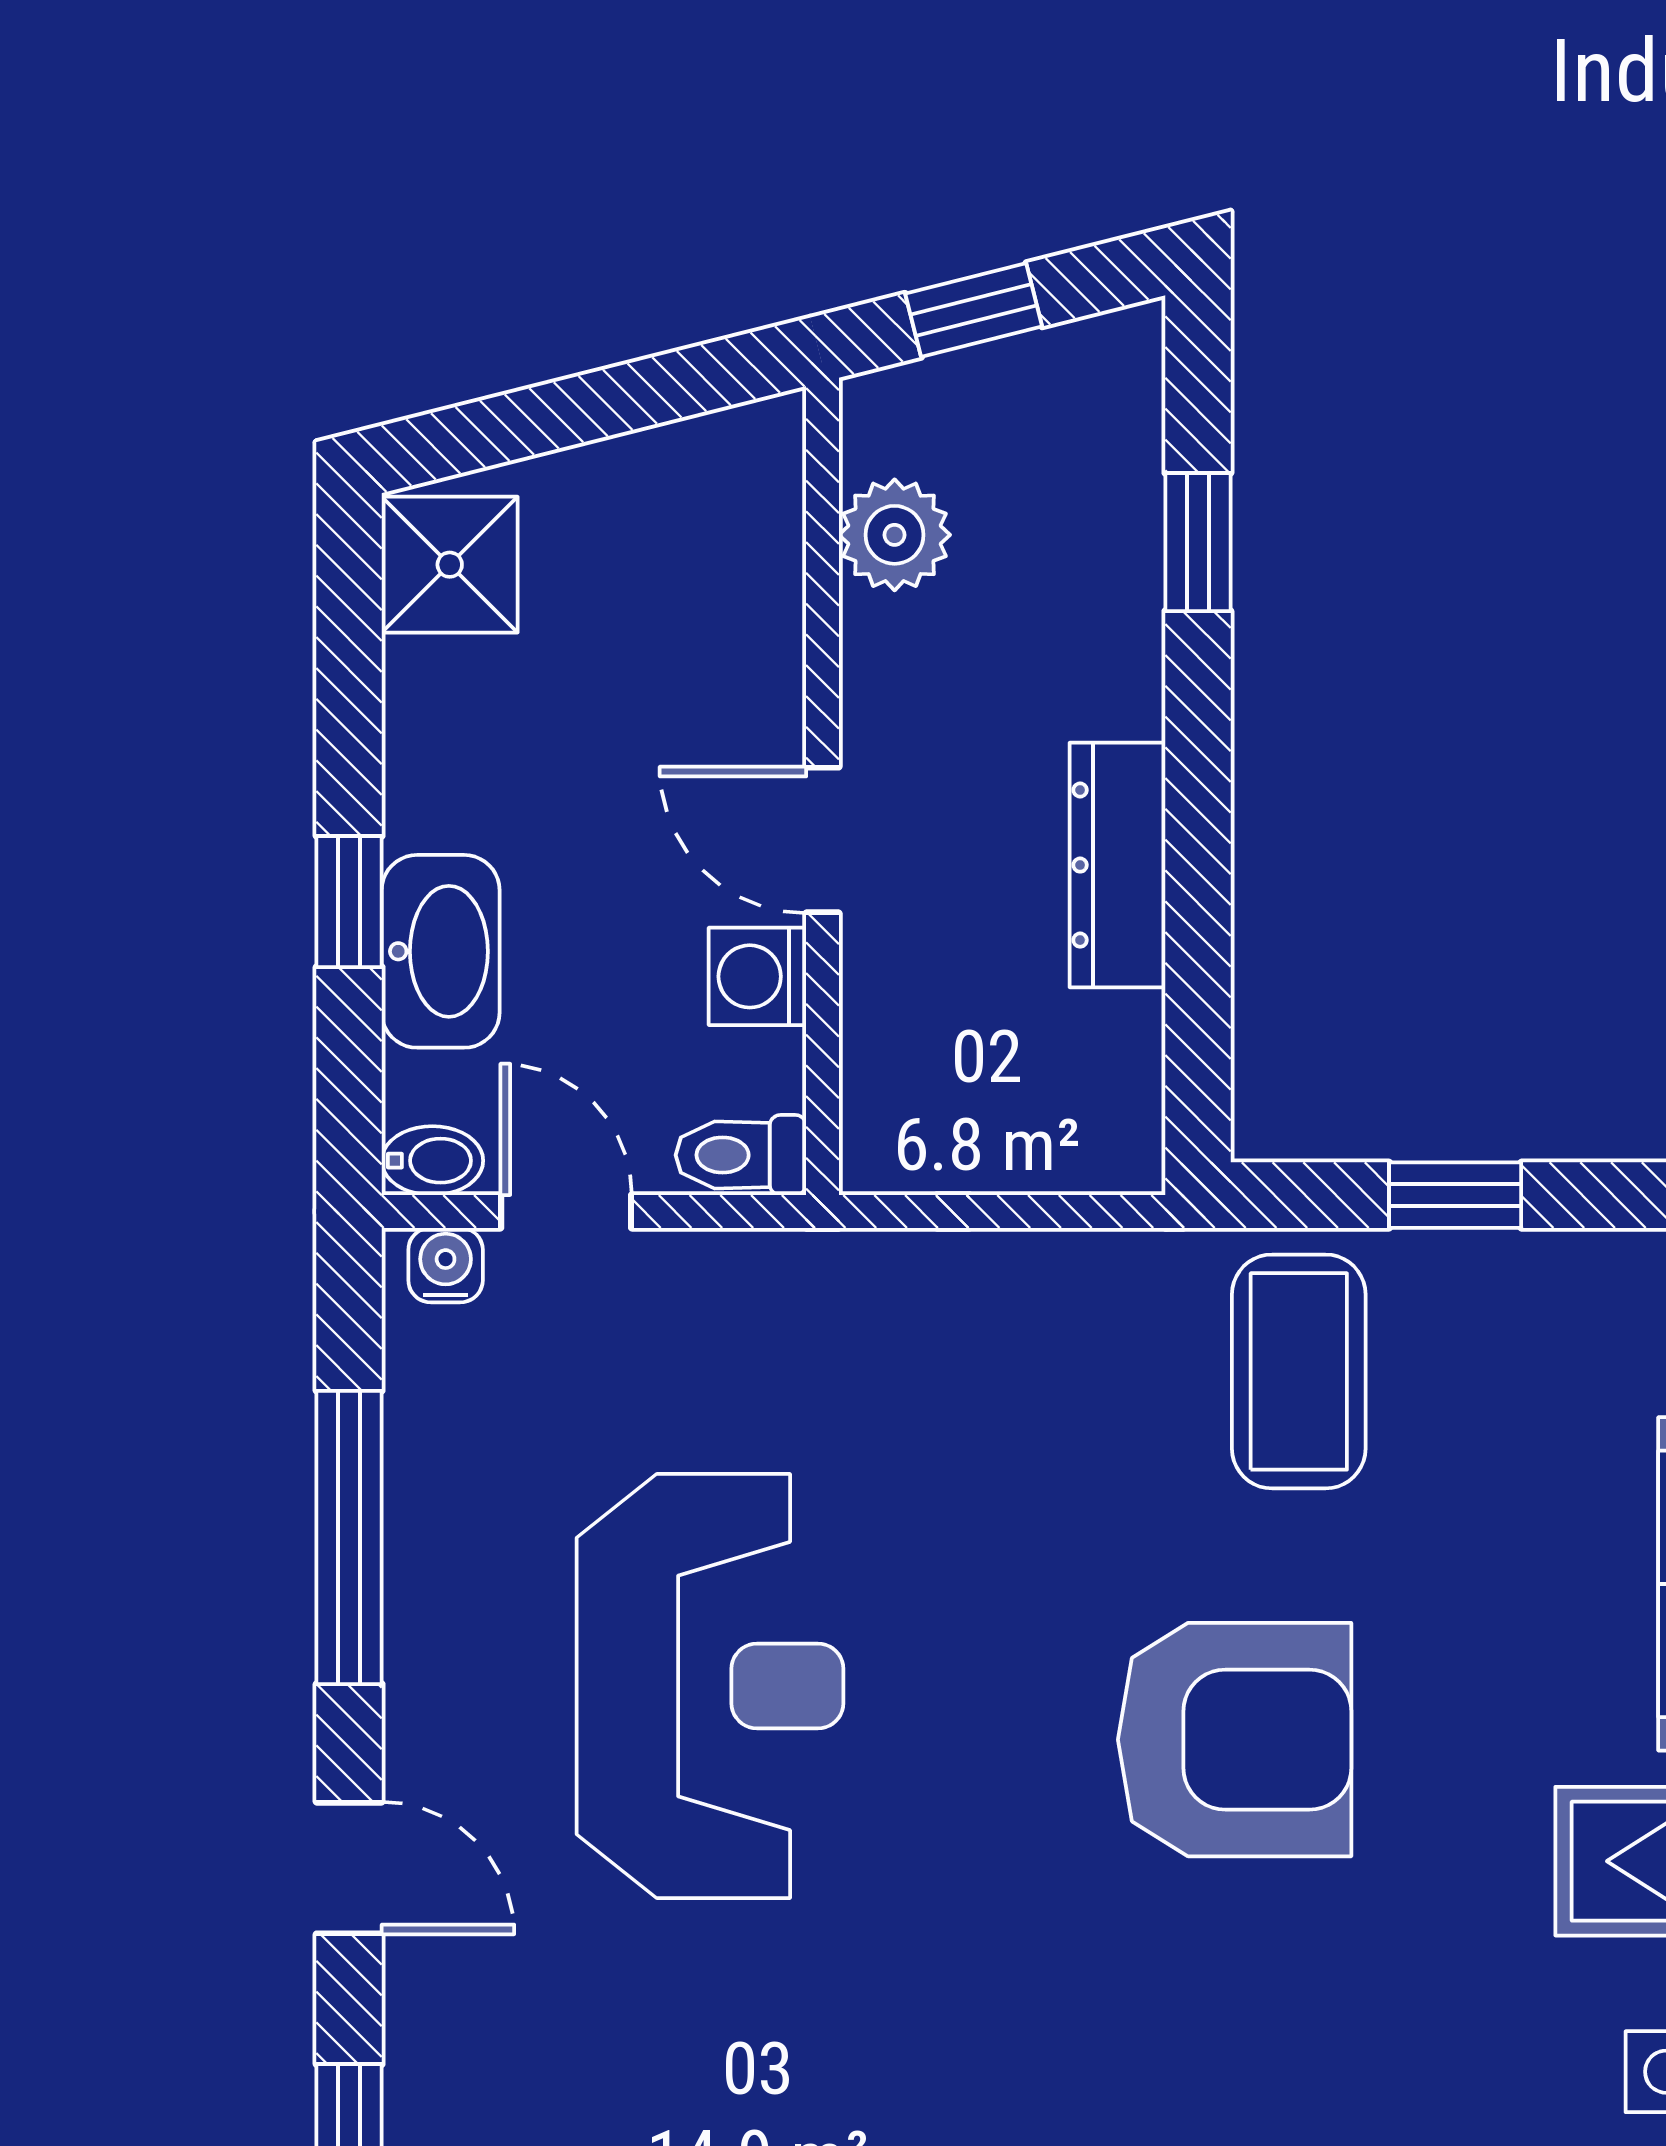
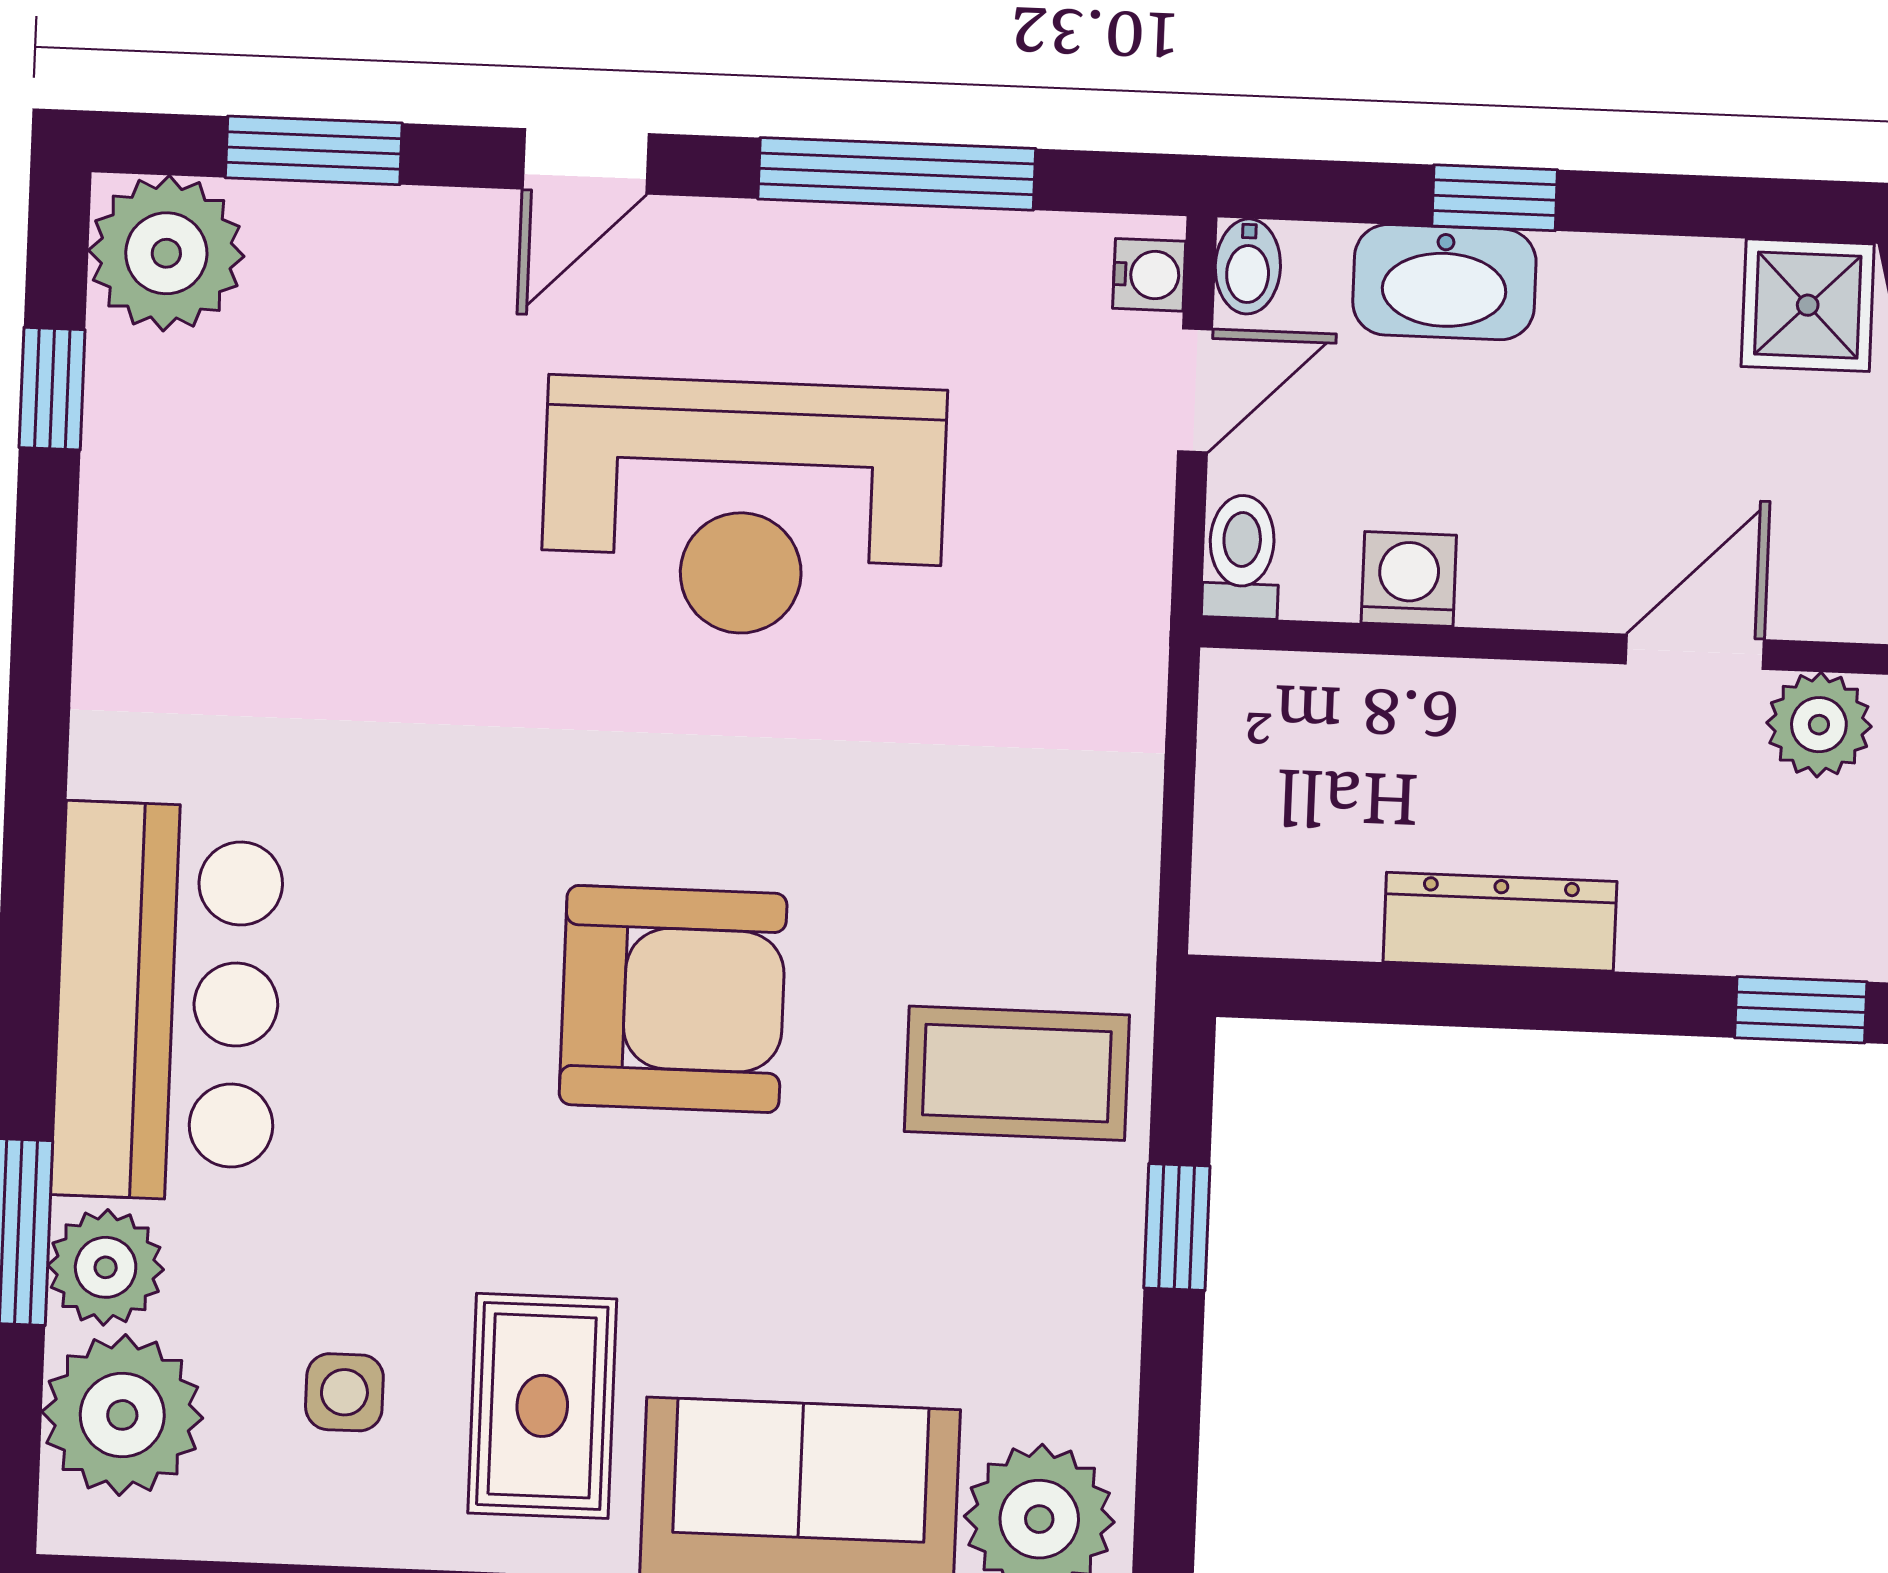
door: (822, 840) -> (1695, 652), moved
armchair: (1235, 1740) -> (673, 999), turned -90

